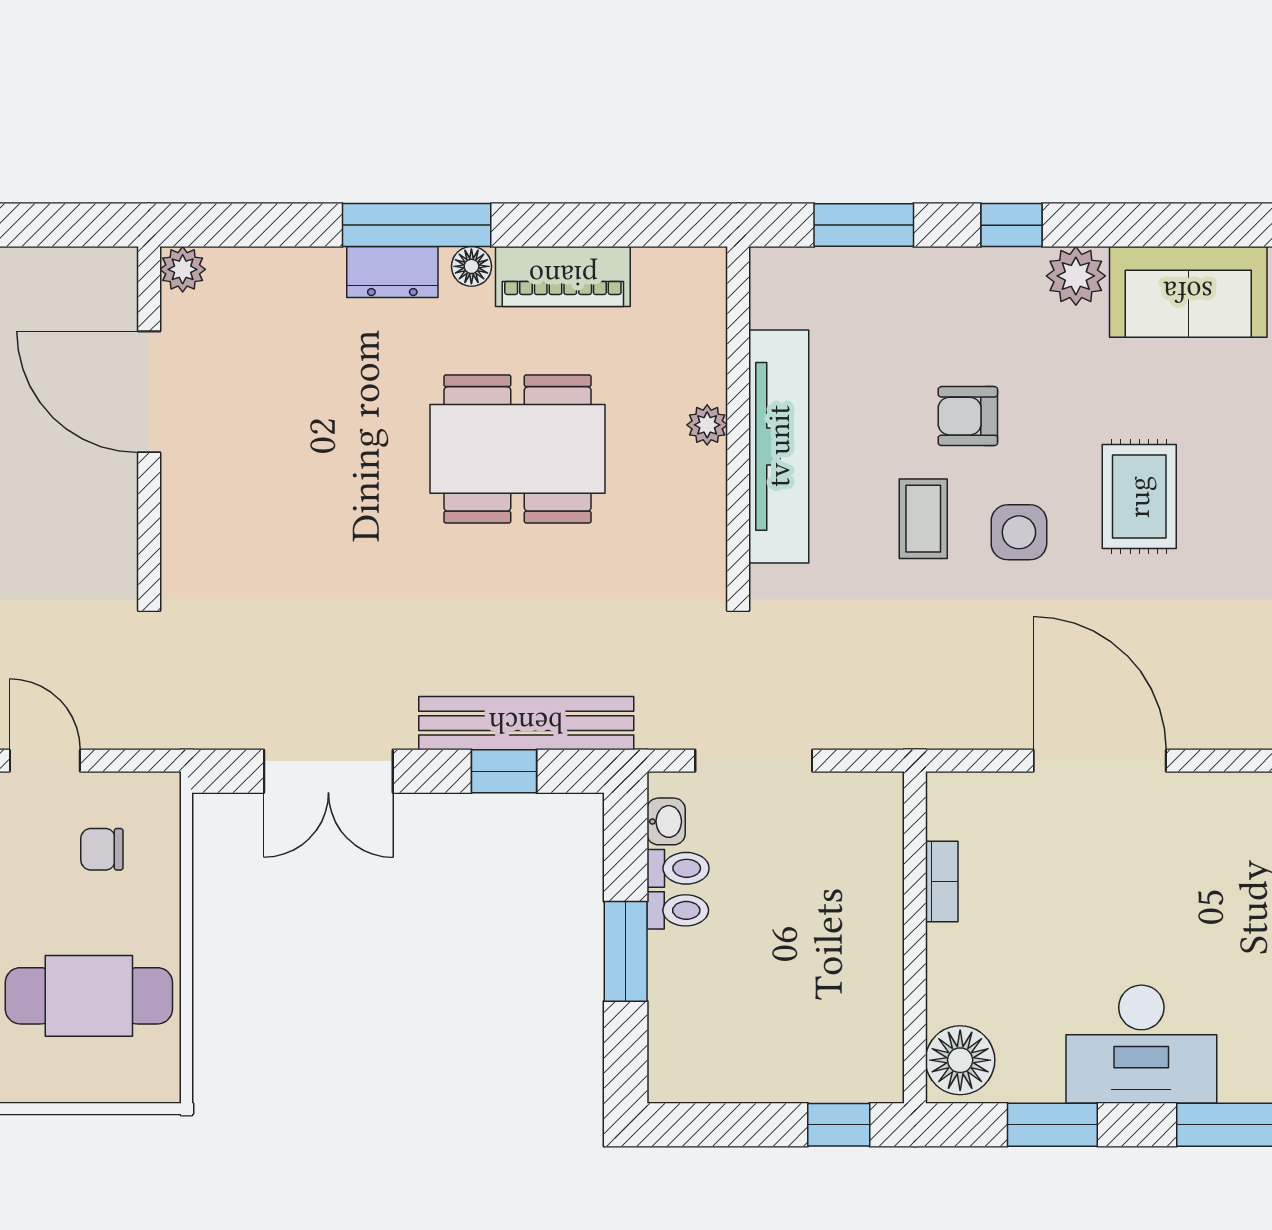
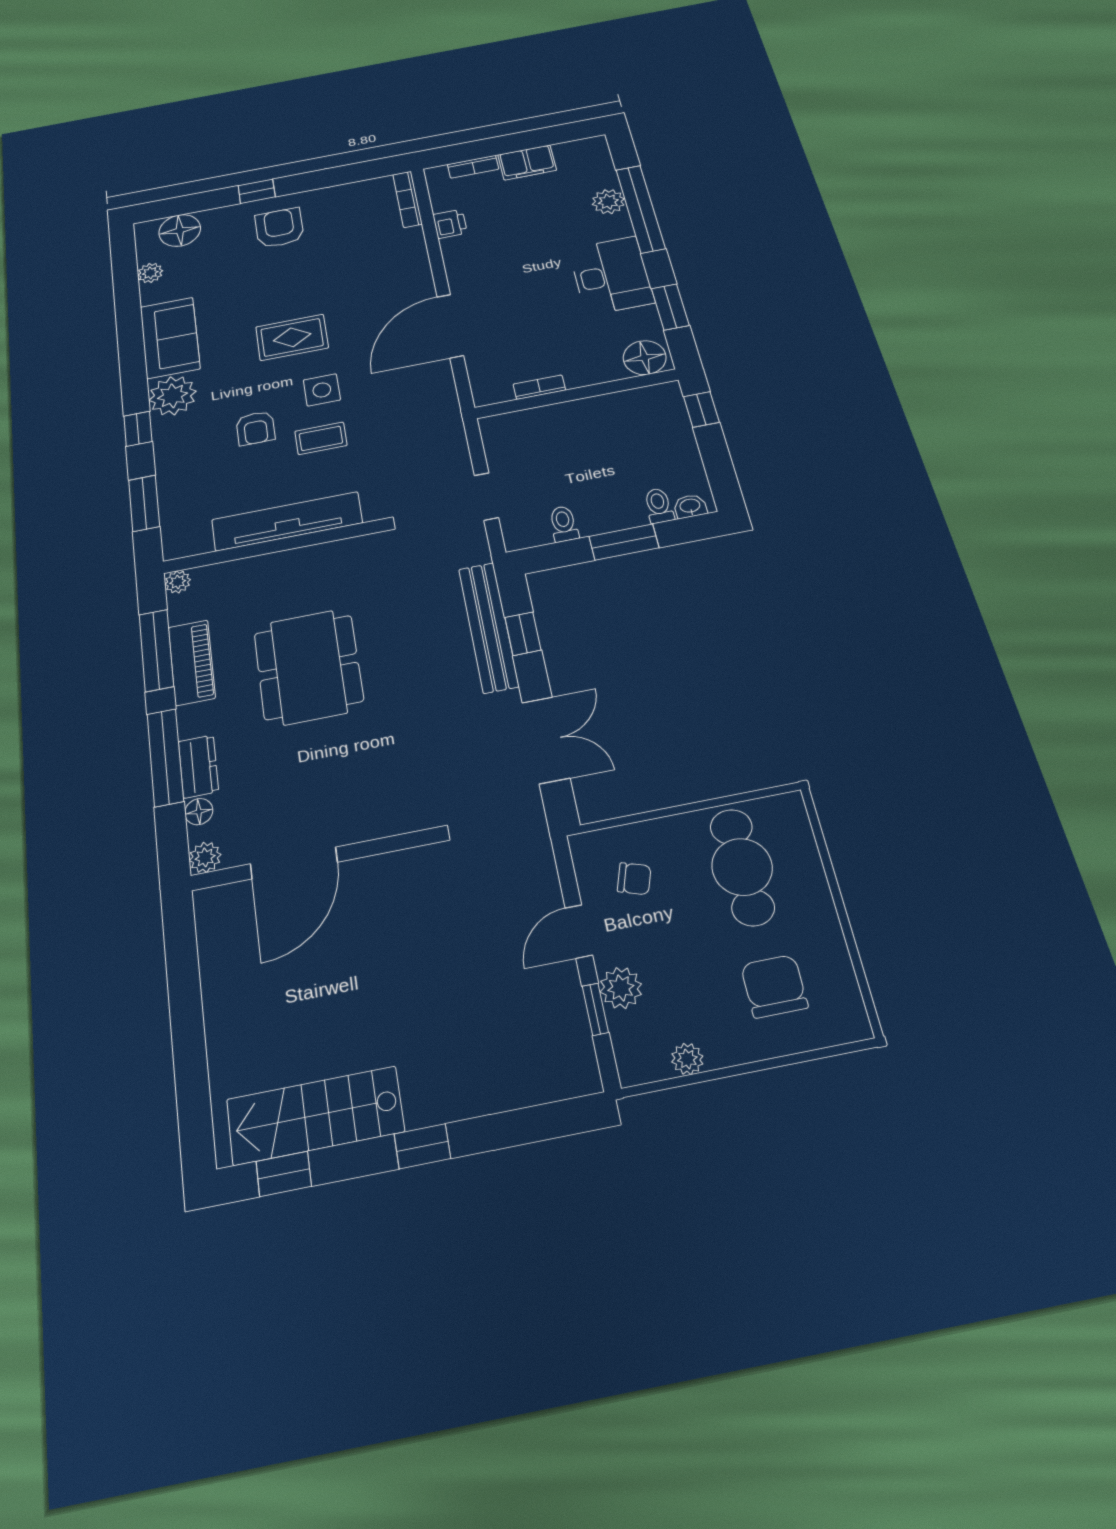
window: (595, 225) -> (156, 650), added
floor lamp: (471, 266) -> (199, 812), moved
plant: (183, 269) -> (205, 857), moved
plant: (1076, 276) -> (172, 396), width x1.36, depth x1.36
door: (149, 392) -> (294, 863), moved
wall: (149, 418) -> (312, 859), moved
plant: (707, 425) -> (178, 582), moved
doorway: (754, 761) -> (486, 497), width x0.73
washbasin: (666, 821) -> (690, 506), moved
chair: (102, 849) -> (634, 879), turned -72
toilet: (678, 910) -> (659, 506), moved

